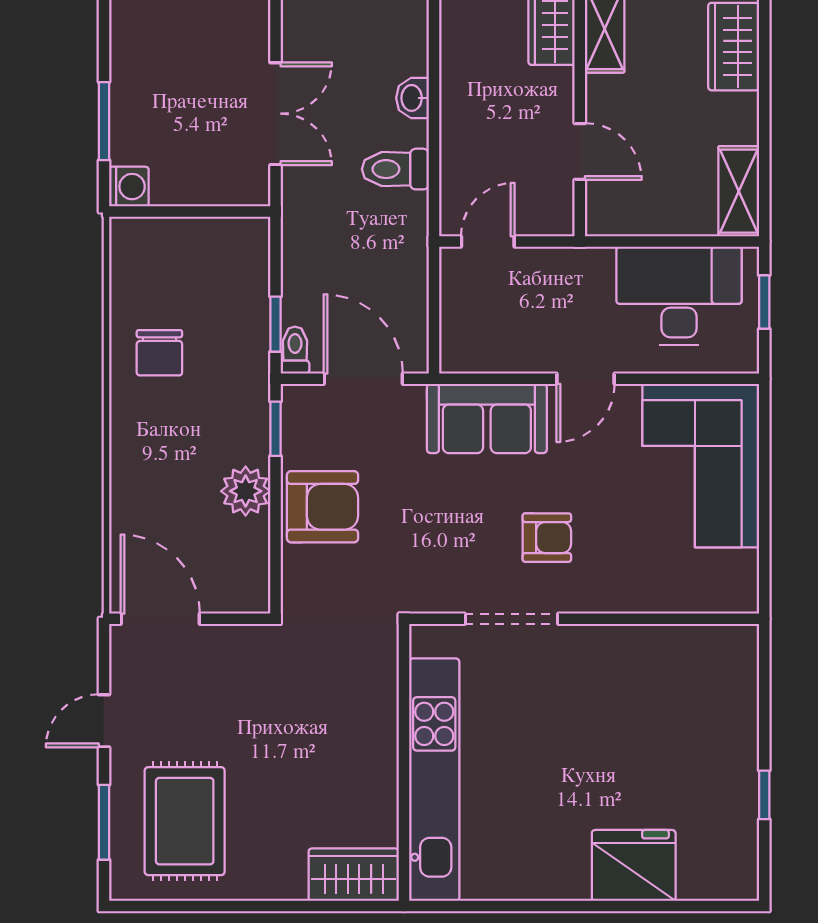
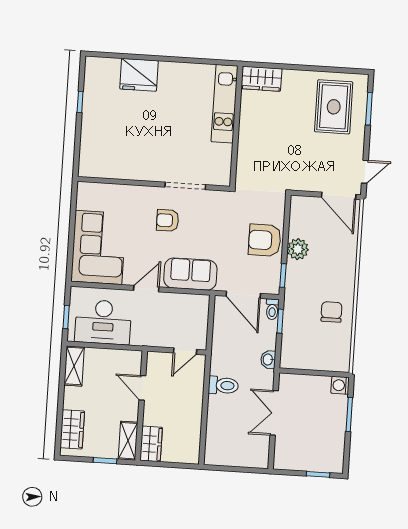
washbasin: (413, 98) -> (268, 360), moved, turned 180
door: (104, 721) -> (365, 172), moved
kitchen unit: (434, 780) -> (225, 104), width x0.73

